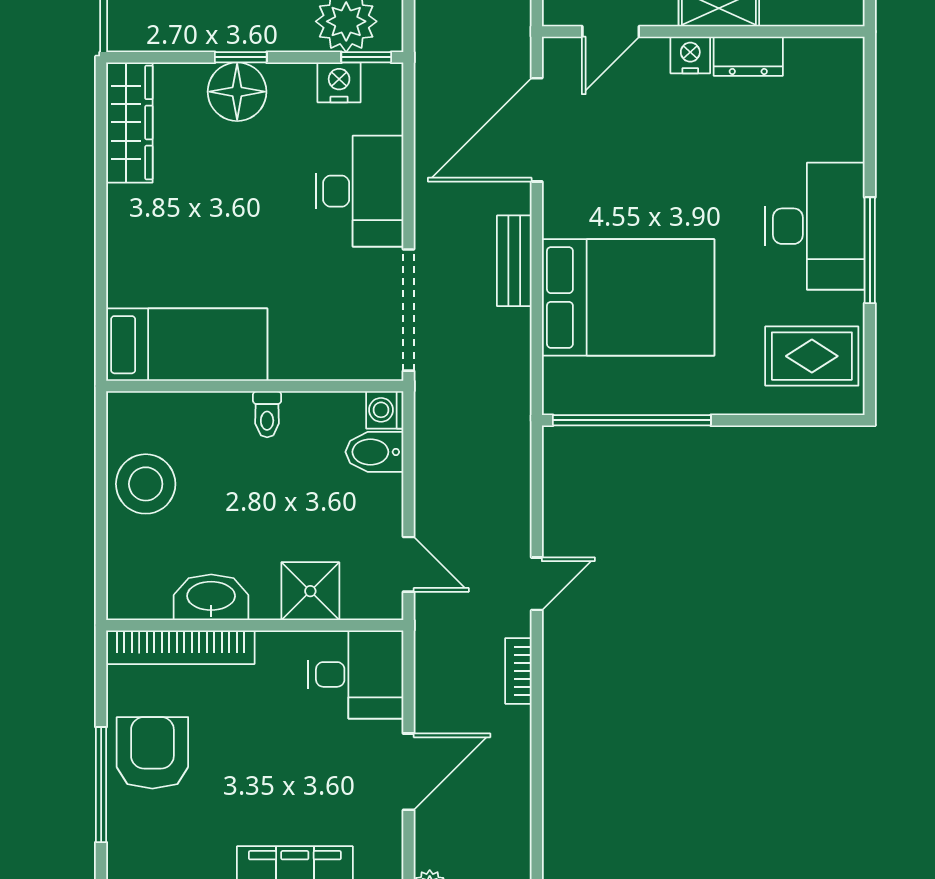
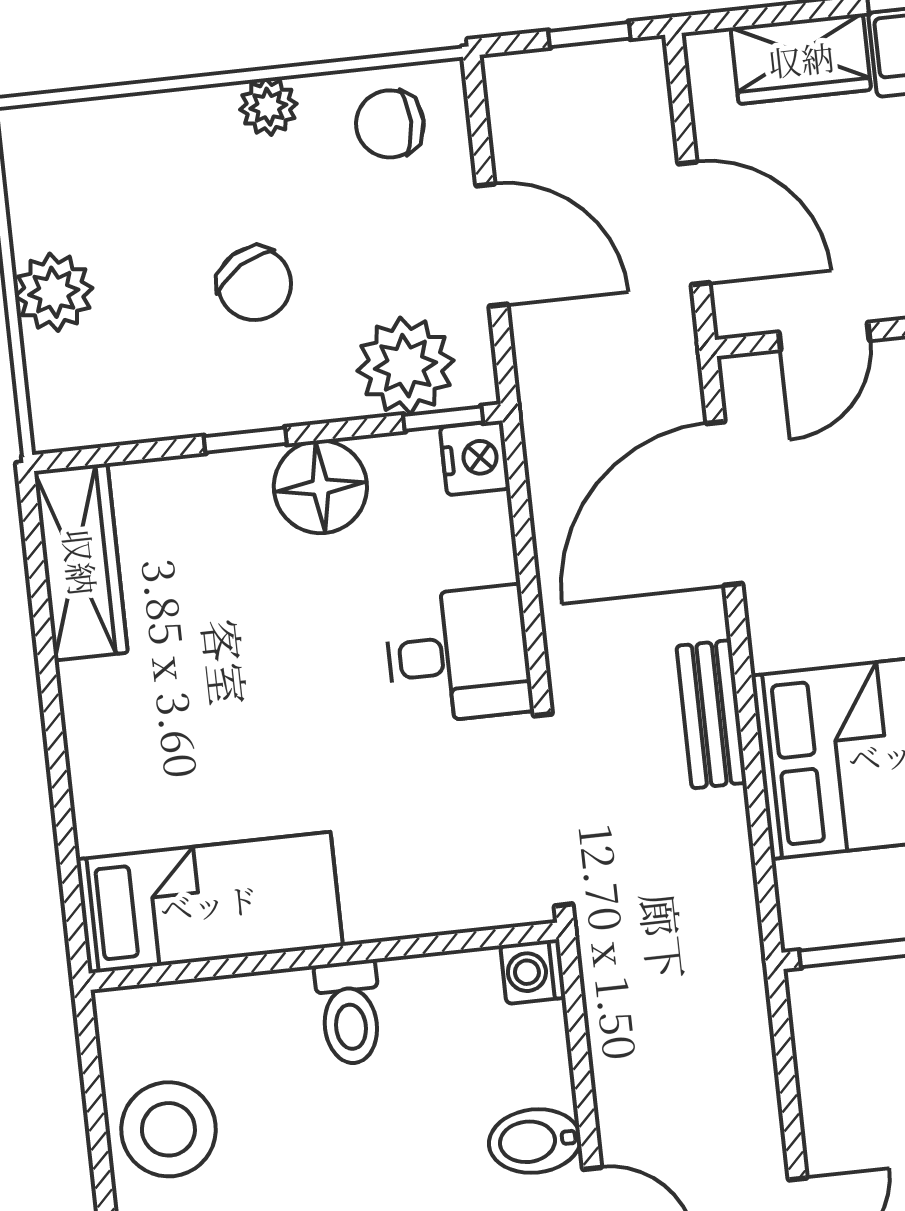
nightstand: (339, 82) -> (475, 458), moved, turned 90
floor lamp: (237, 92) -> (320, 487), moved
desk: (360, 191) -> (458, 655), width x0.73
toilet: (267, 414) -> (349, 1013), width x1.37, depth x1.39
bidet: (374, 452) -> (535, 1141), moved

